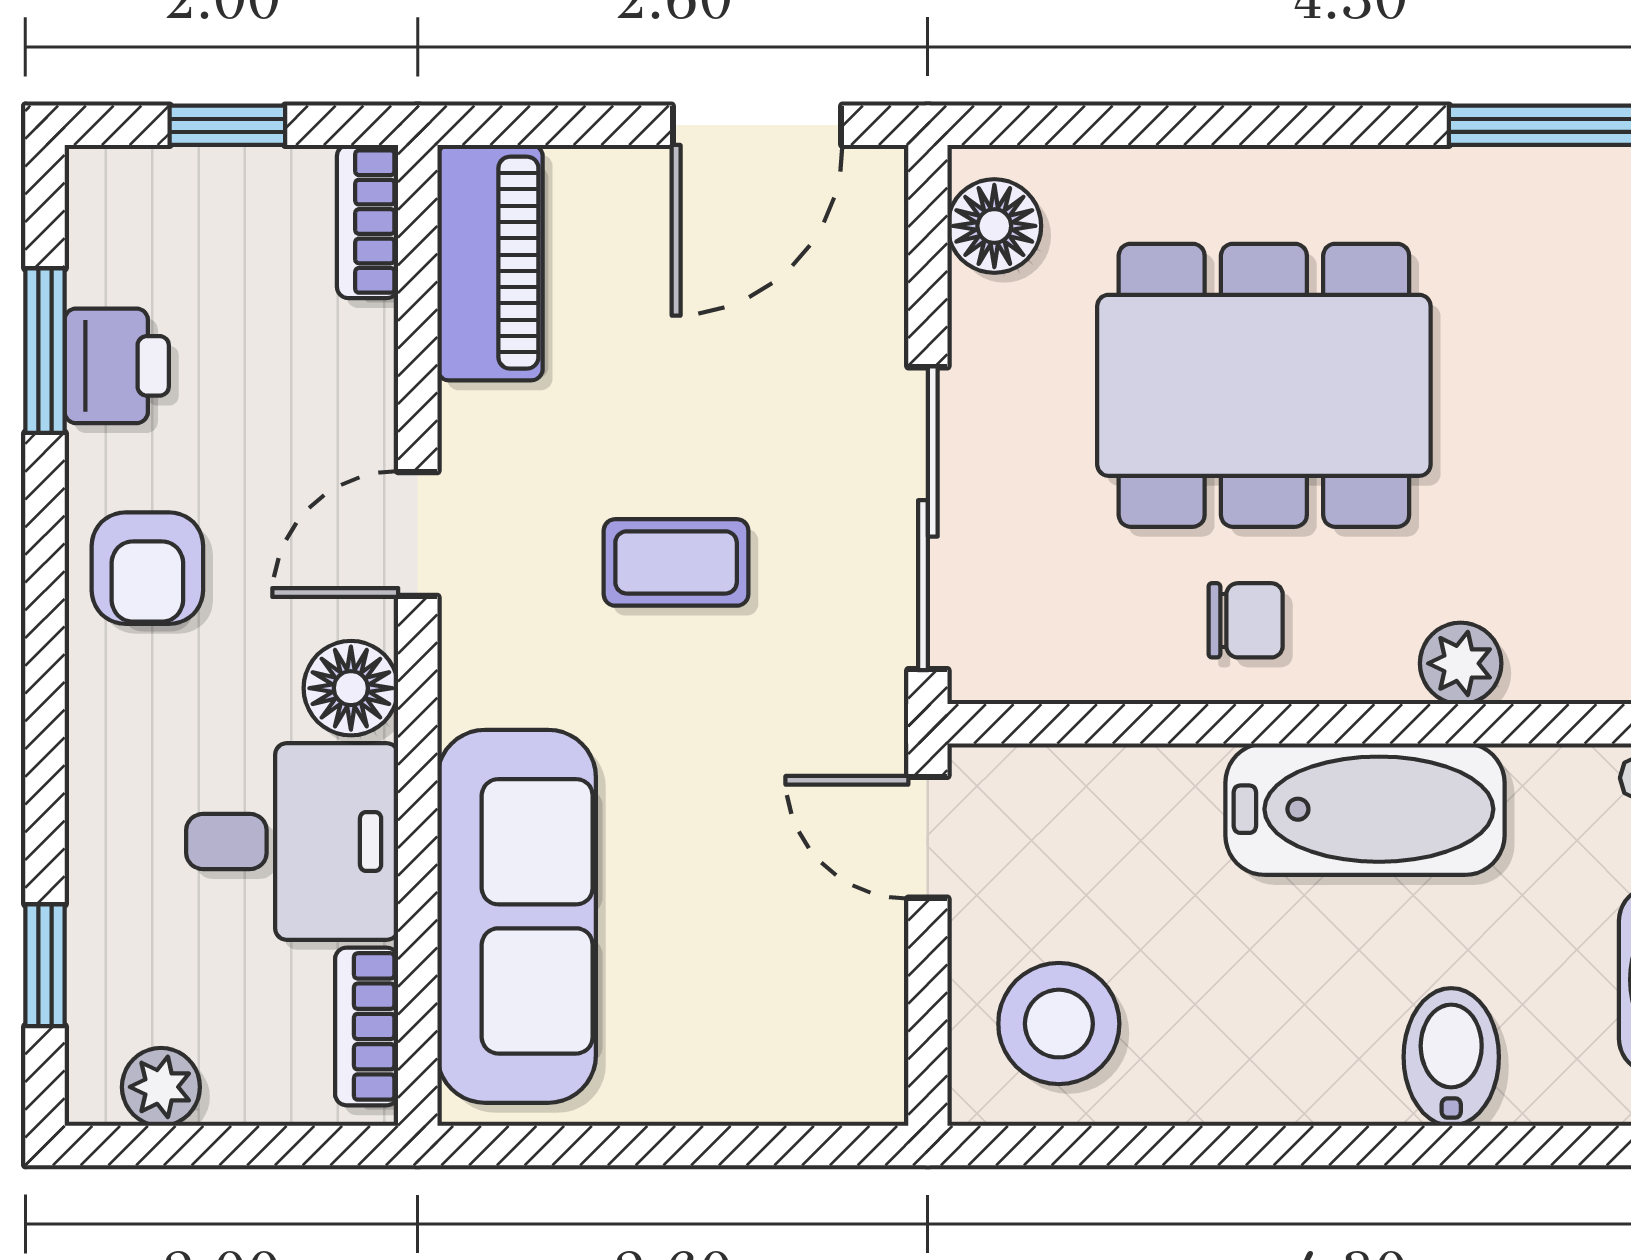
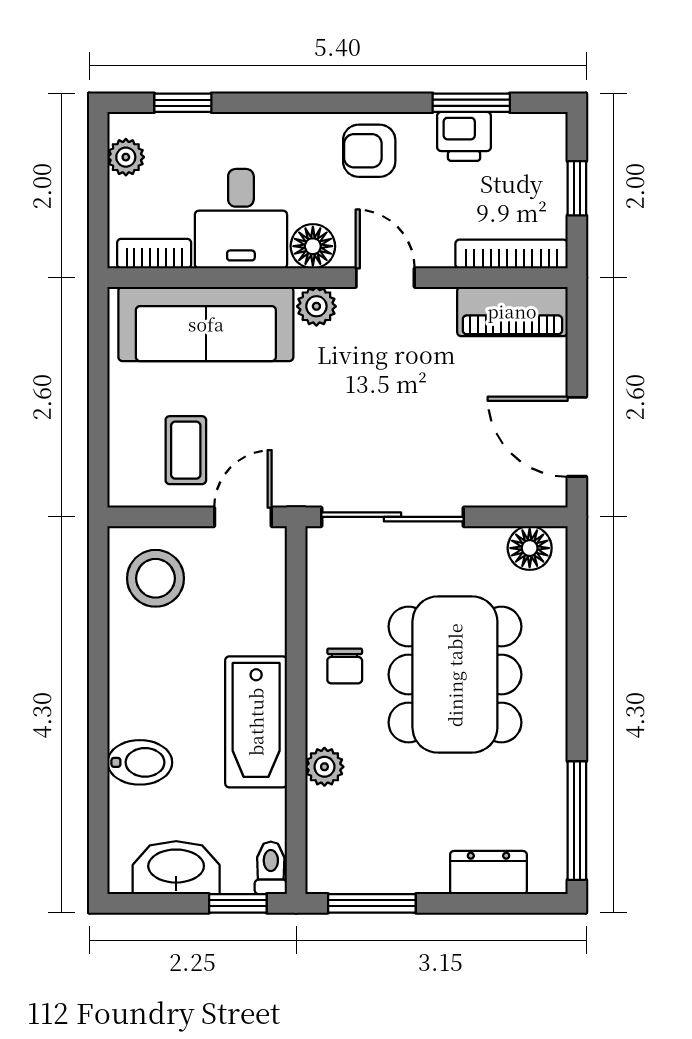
bookcase: (368, 222) -> (512, 254), width x1.56
coffee table: (676, 562) -> (186, 450), moved
plant: (479, 681) -> (316, 306), added

